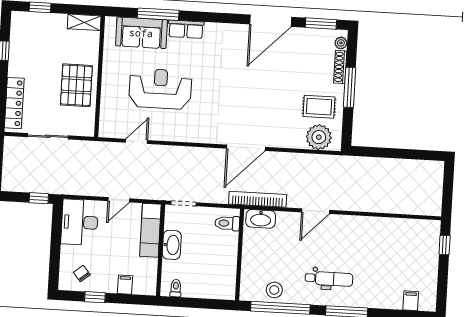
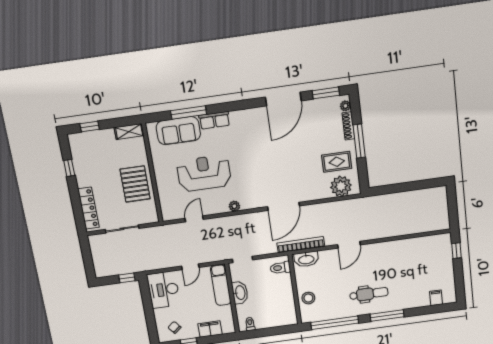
plant: (188, 136) -> (234, 206), added
filing cabinet: (125, 285) -> (210, 329), width x2.00
stool: (274, 290) -> (308, 298), moved

